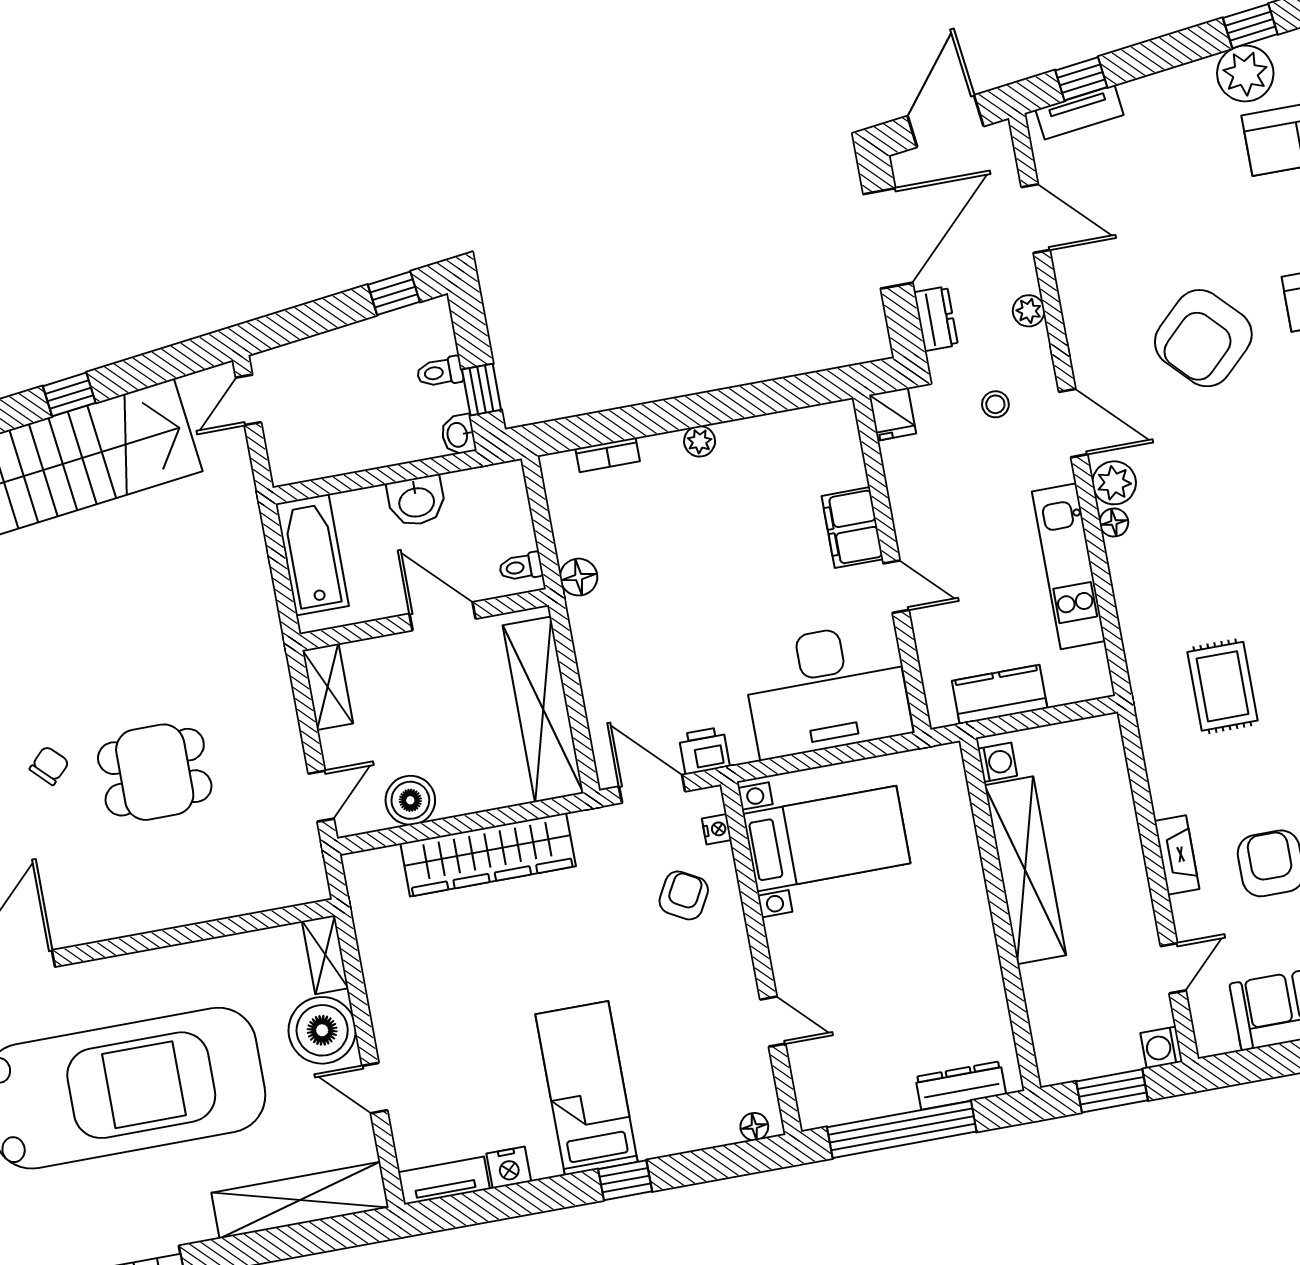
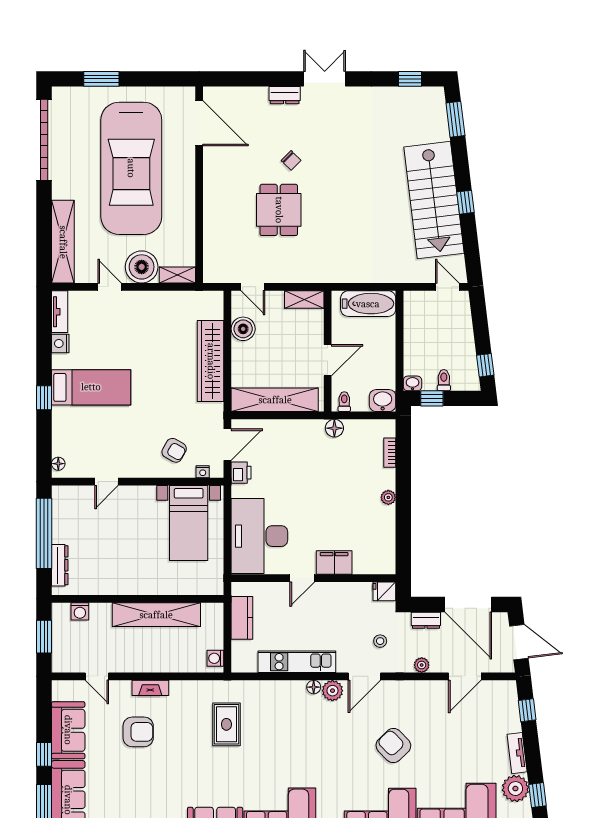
tv unit: (1080, 112) -> (517, 753), moved
armchair: (1203, 338) -> (393, 746), width x0.73, depth x0.73
washbasin: (416, 501) -> (383, 401), moved, turned 90
rug: (1222, 686) -> (226, 724), turned 90
washing machine: (997, 762) -> (215, 658), moved, turned 90
washing machine: (1161, 1047) -> (80, 611), moved, turned 180
door: (375, 1088) -> (110, 287), hinge flipped

